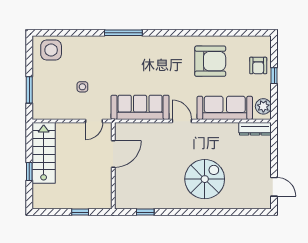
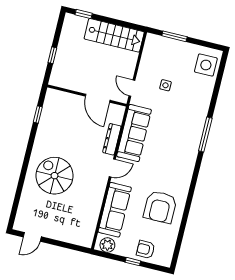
dresser: (255, 129) -> (112, 139), moved
window: (29, 172) -> (84, 14), moved
spiral stairs: (205, 179) -> (55, 176), turned 180

